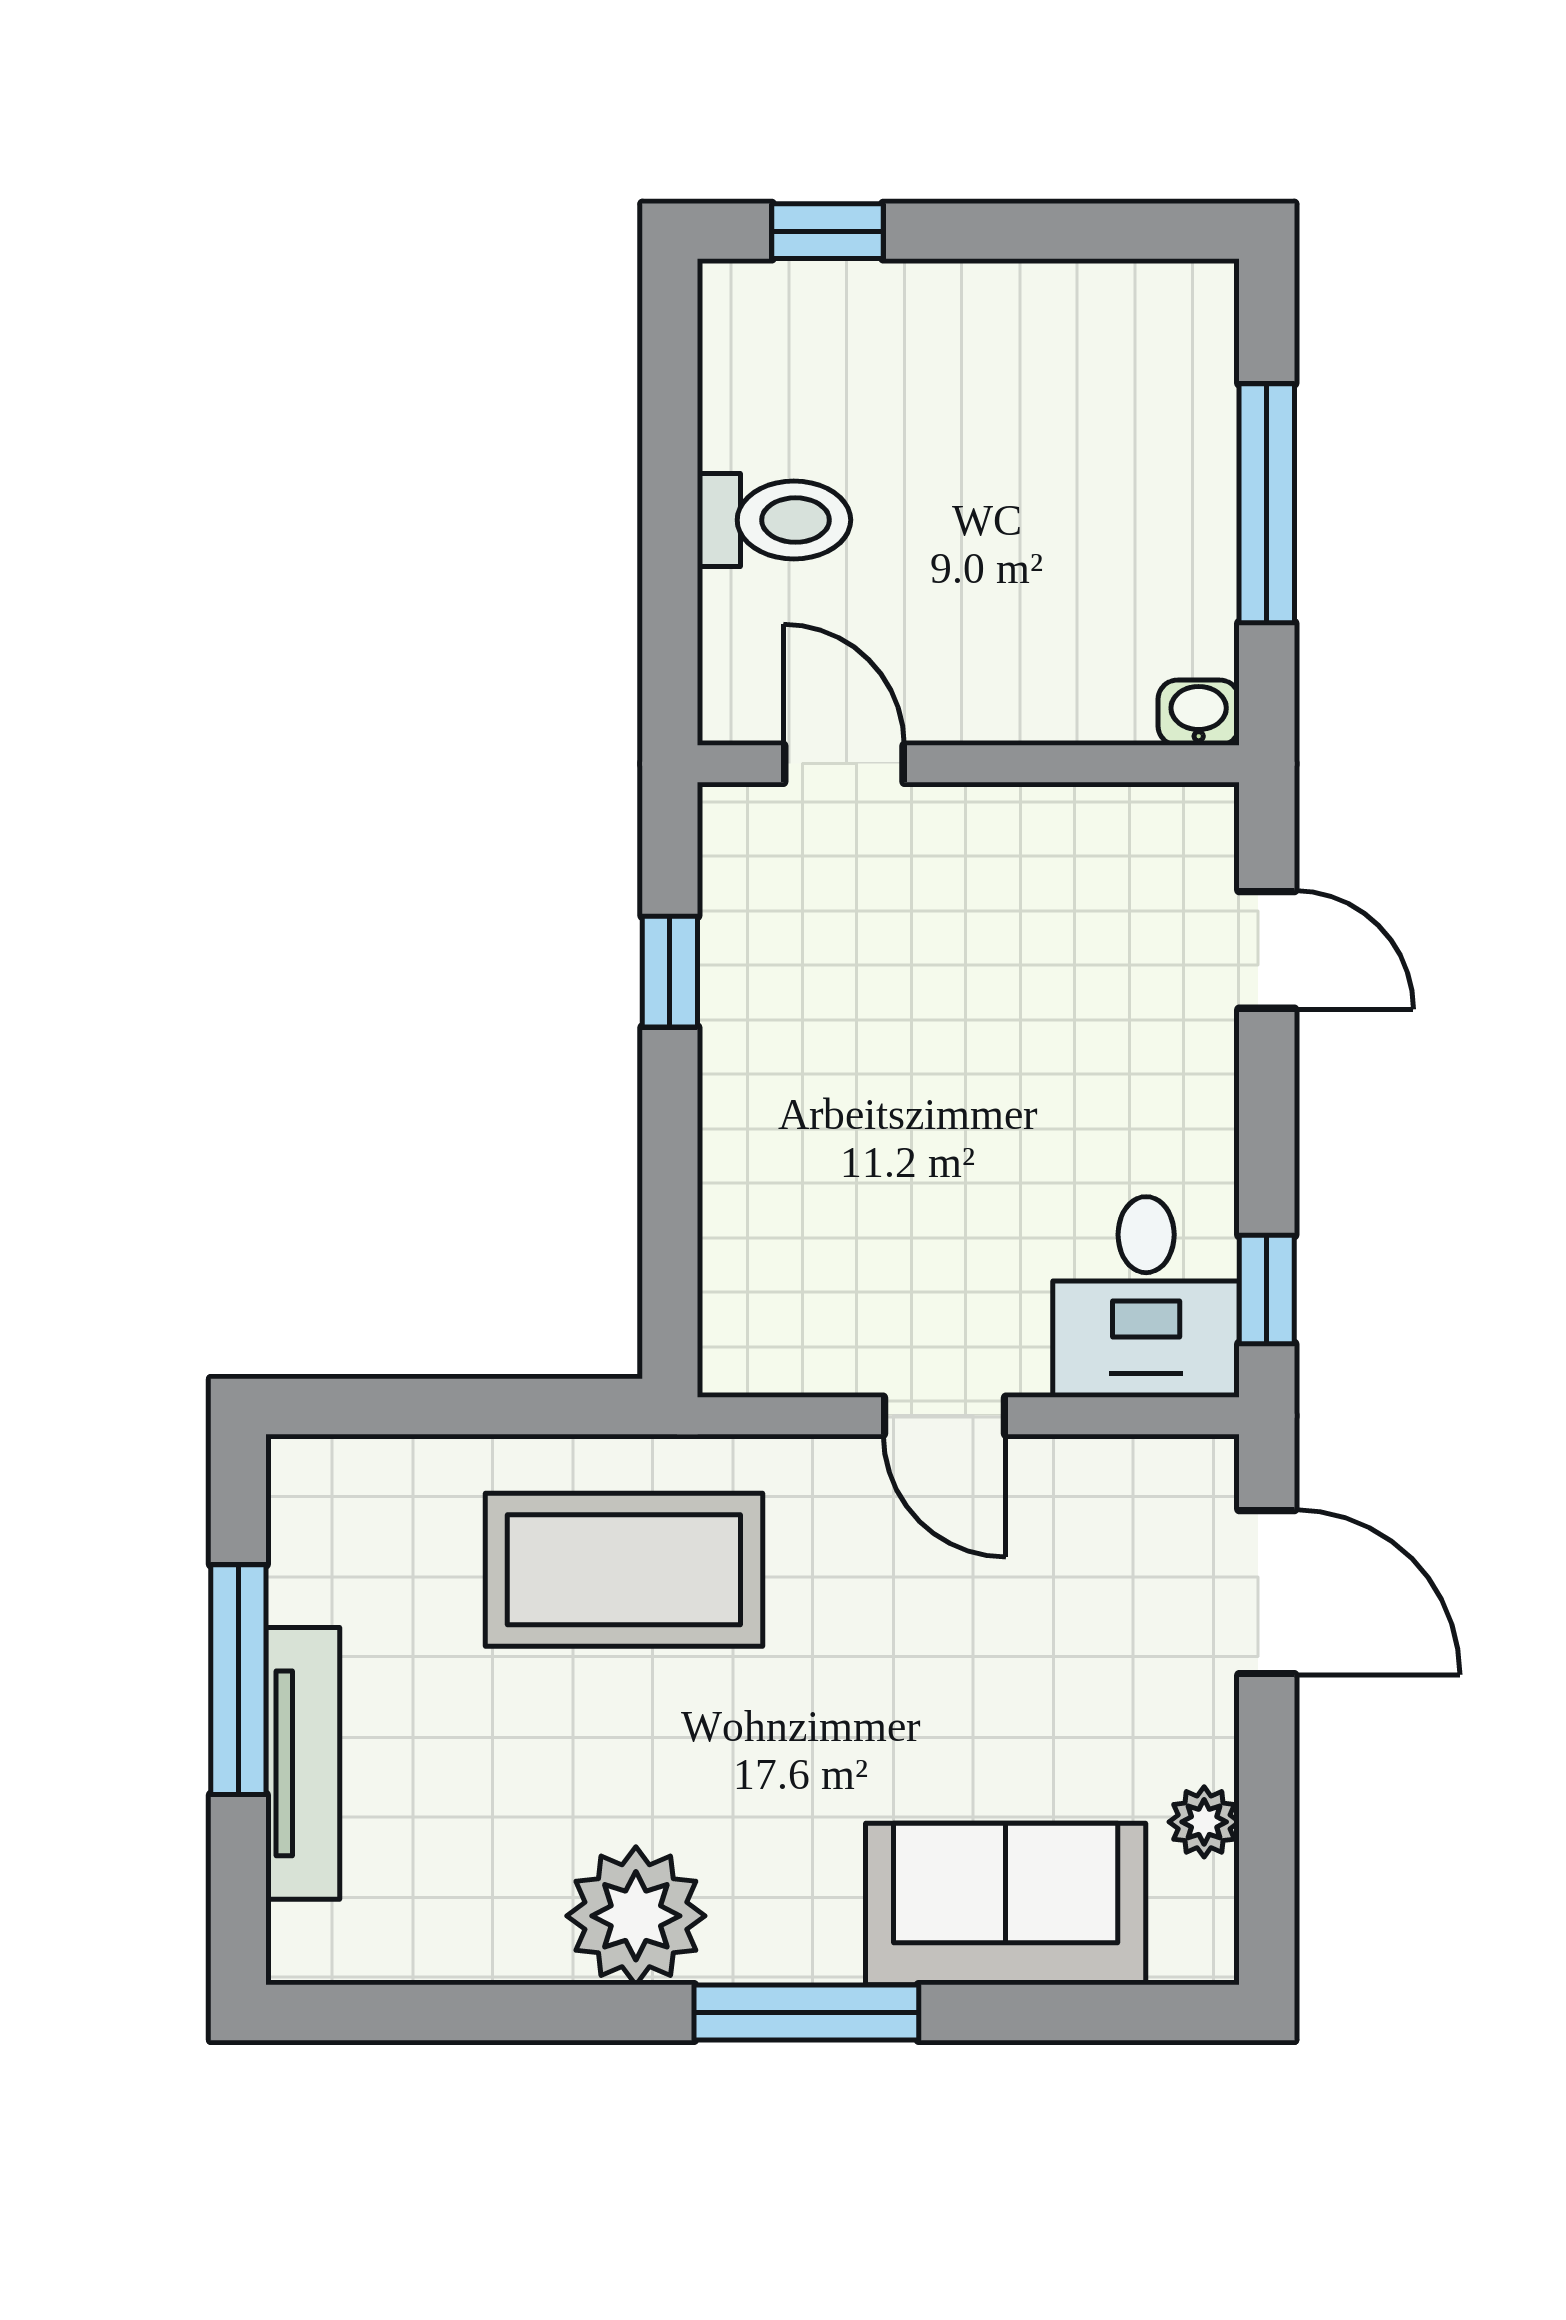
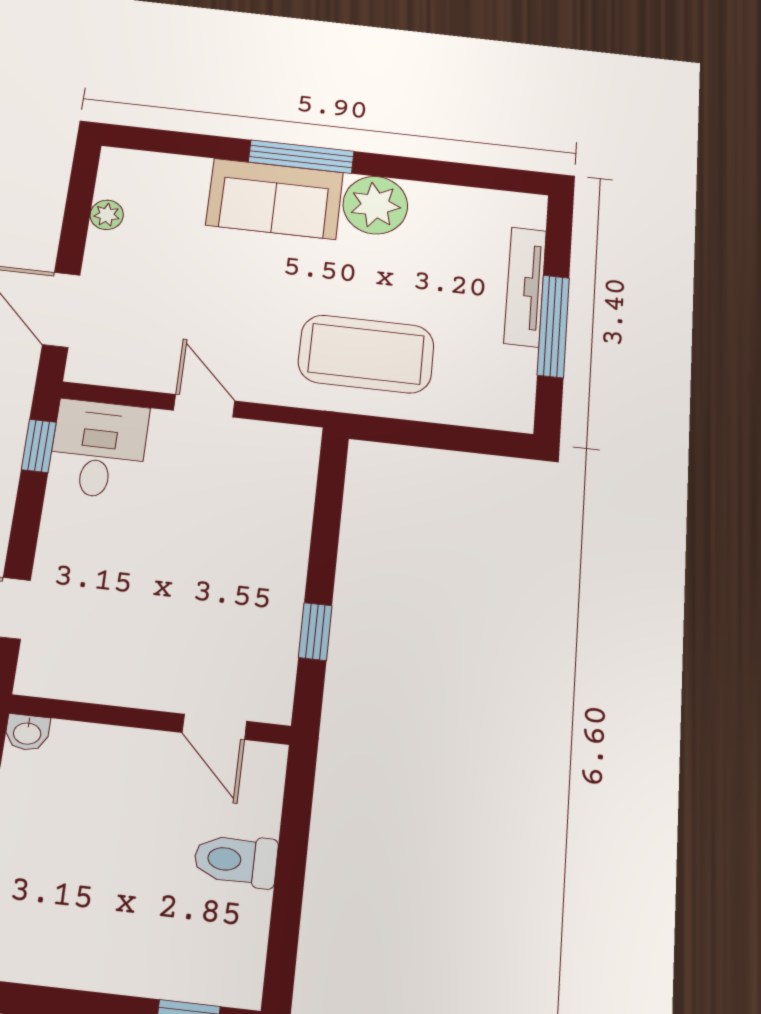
sofa: (1006, 1904) -> (275, 199), moved

